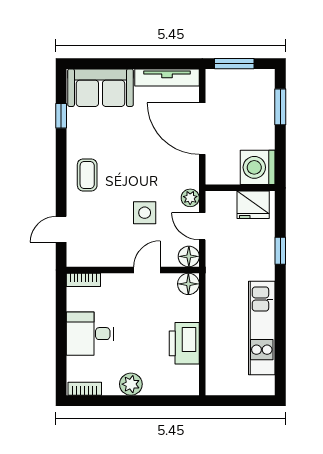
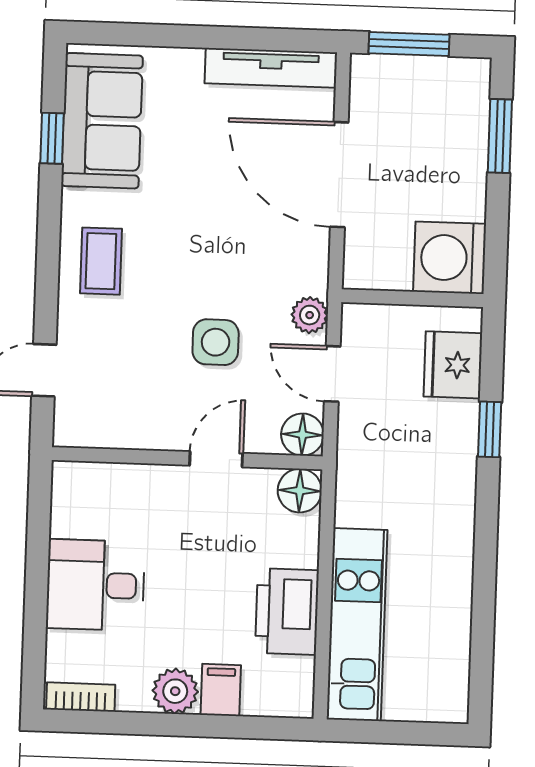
sofa: (100, 88) -> (102, 121), moved, turned -90
fridge: (253, 205) -> (453, 365), moved, turned 90
bookcase: (83, 280) -> (86, 475), removed
kitchen unit: (262, 328) -> (357, 625), moved, turned 180
filing cabinet: (153, 383) -> (221, 690), added

